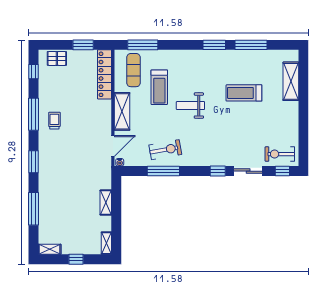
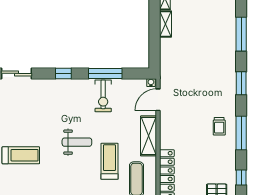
exercise bike: (165, 150) -> (103, 96), turned -80
window: (218, 171) -> (63, 73), moved
shelving: (106, 203) -> (165, 24), moved

